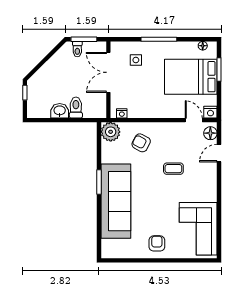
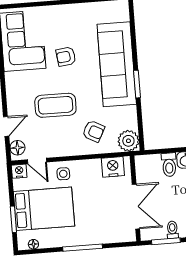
side table: (136, 60) -> (63, 174), moved
nightstand: (122, 113) -> (113, 167), width x1.89, depth x1.79
coffee table: (173, 169) -> (55, 105), width x1.86, depth x1.72
armchair: (157, 243) -> (66, 57), moved, turned 83

